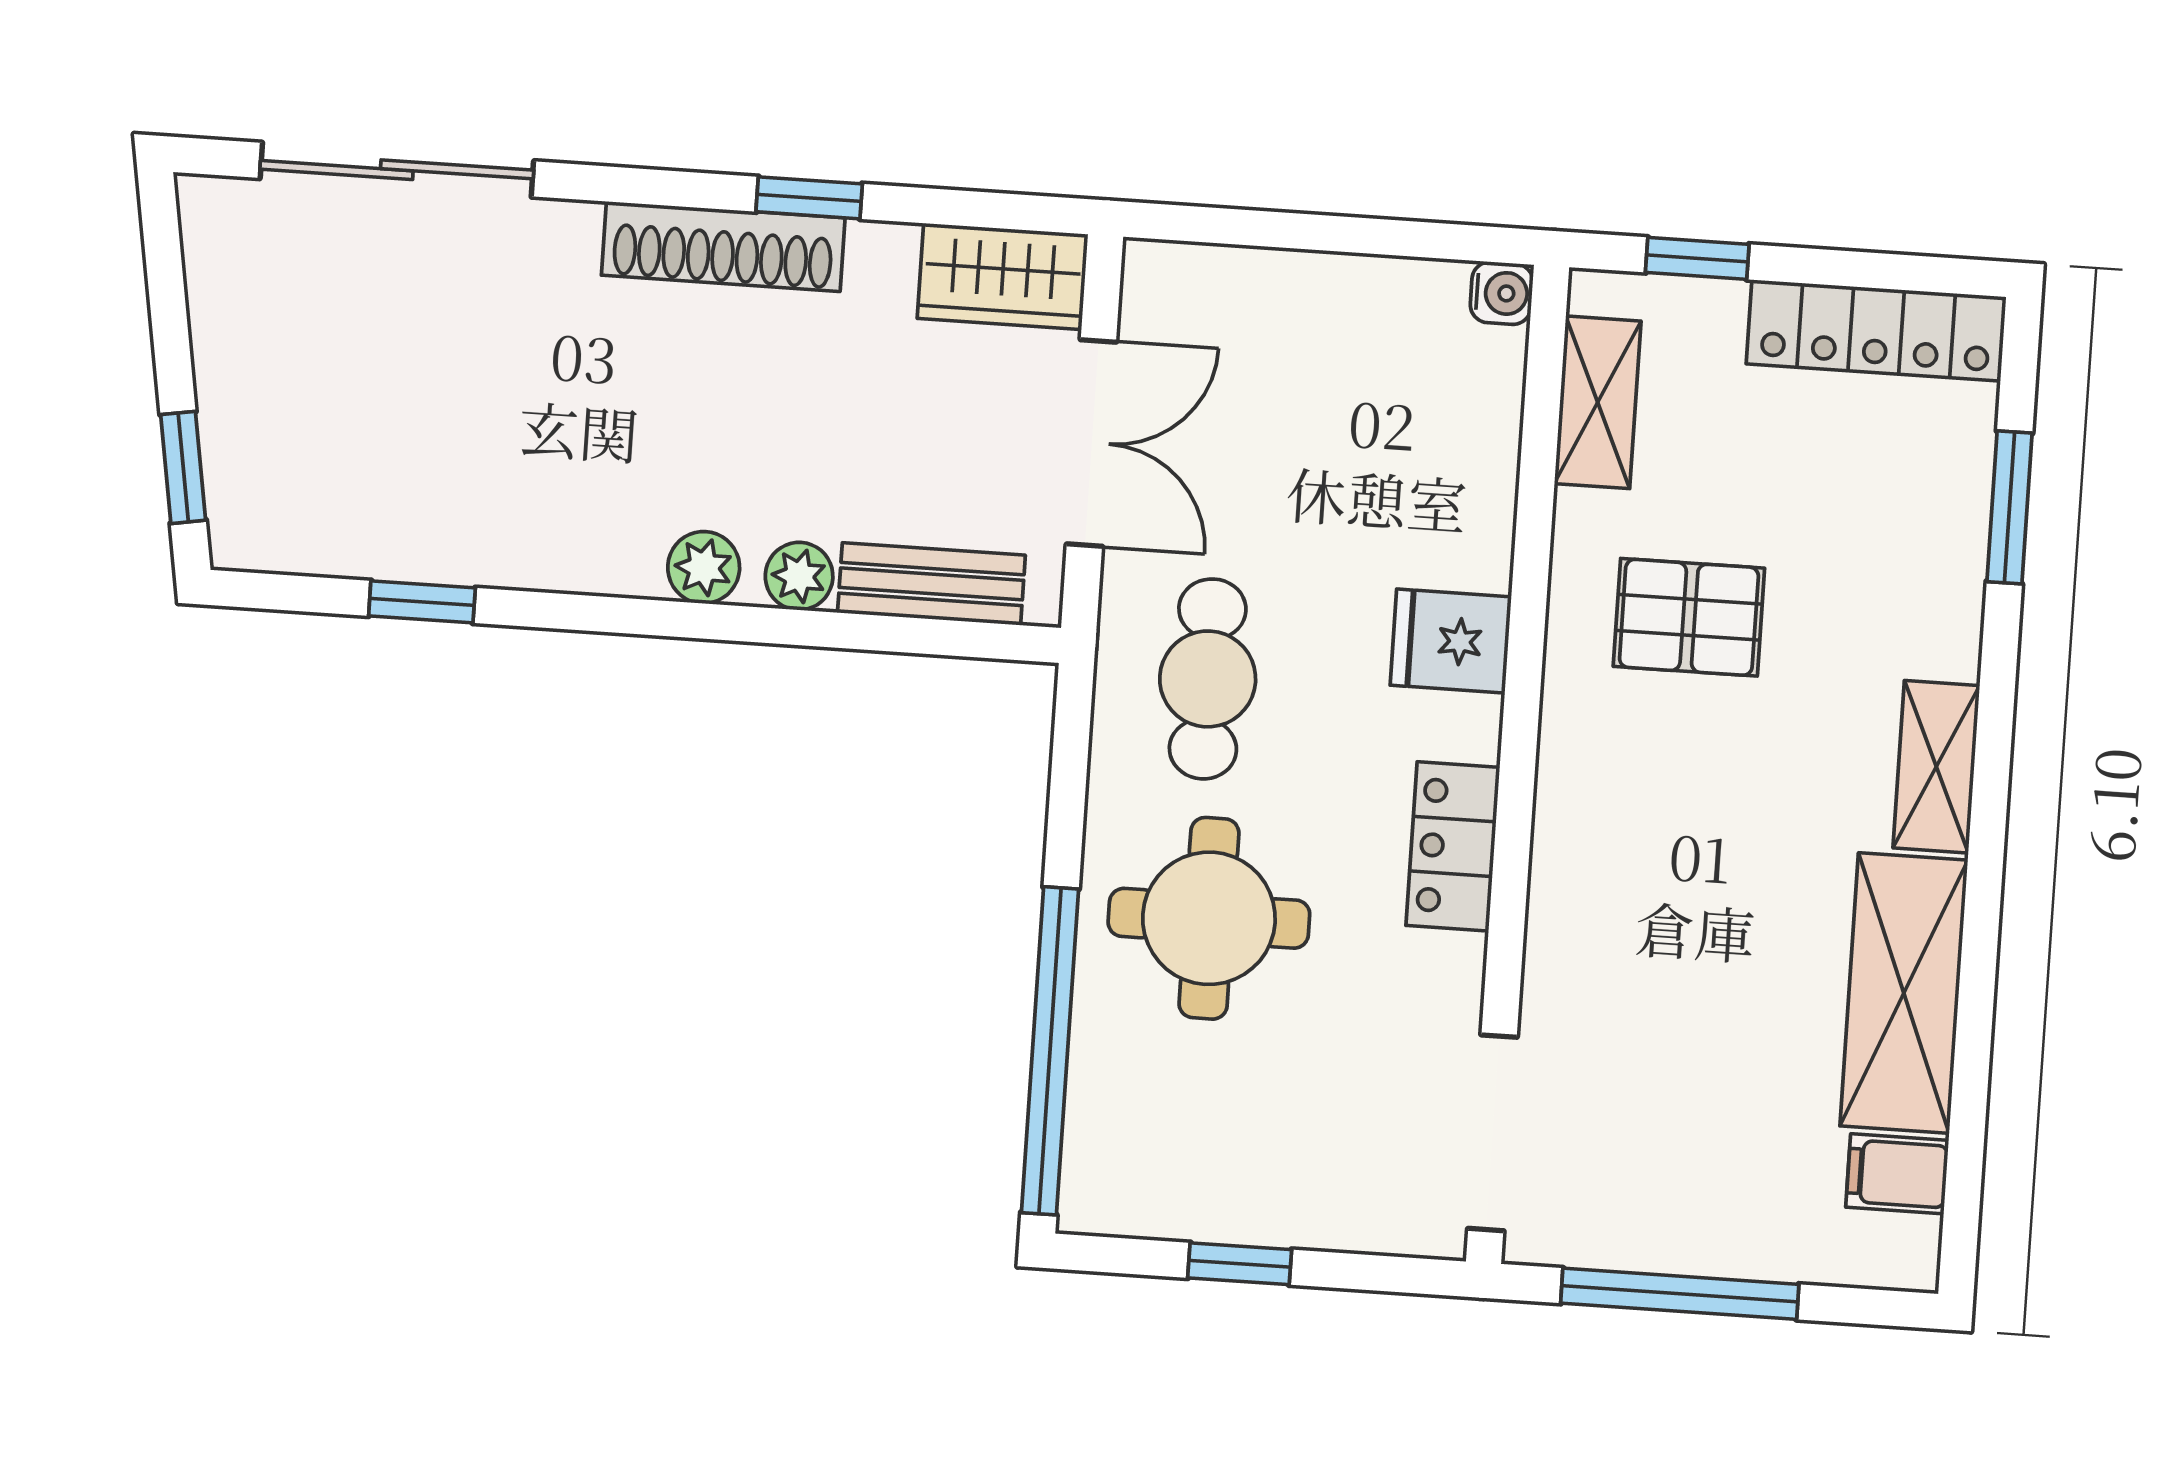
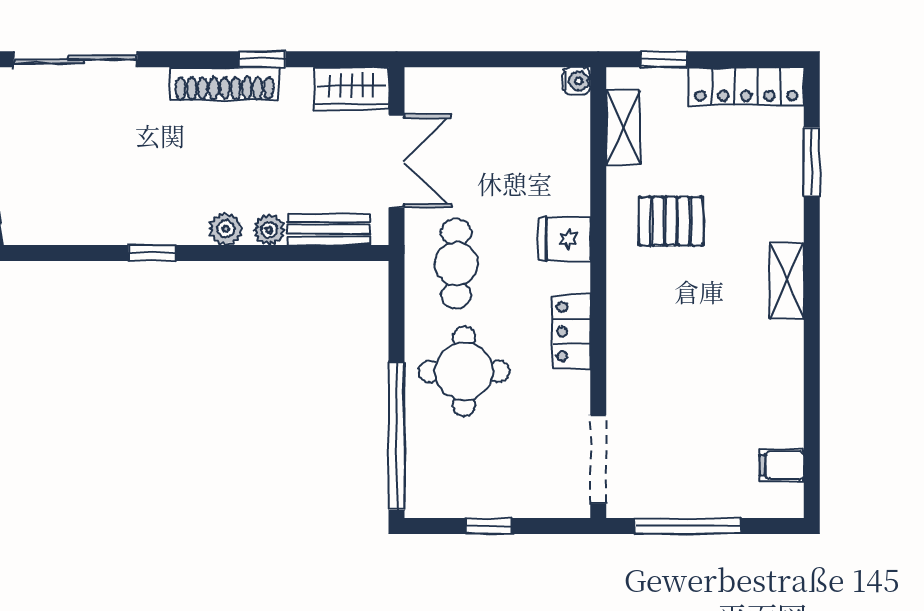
window: (422, 602) -> (152, 253), moved
shelving: (1904, 993) -> (779, 384), removed

